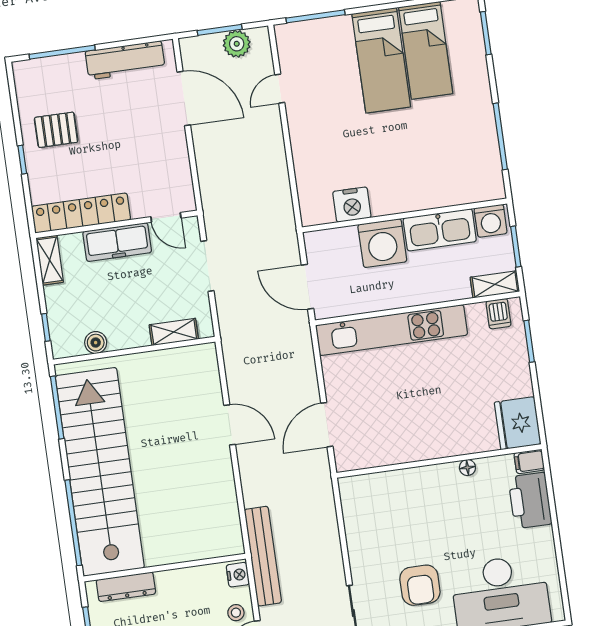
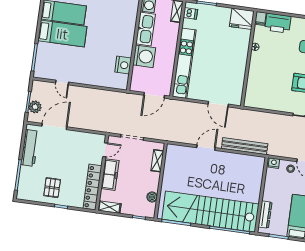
plant: (237, 44) -> (35, 107), moved
bench: (263, 556) -> (245, 146), moved

